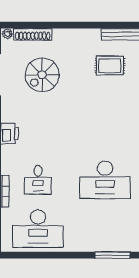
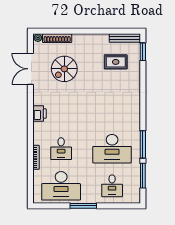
desk: (105, 229) -> (112, 186), added
window: (112, 255) -> (83, 206), moved

